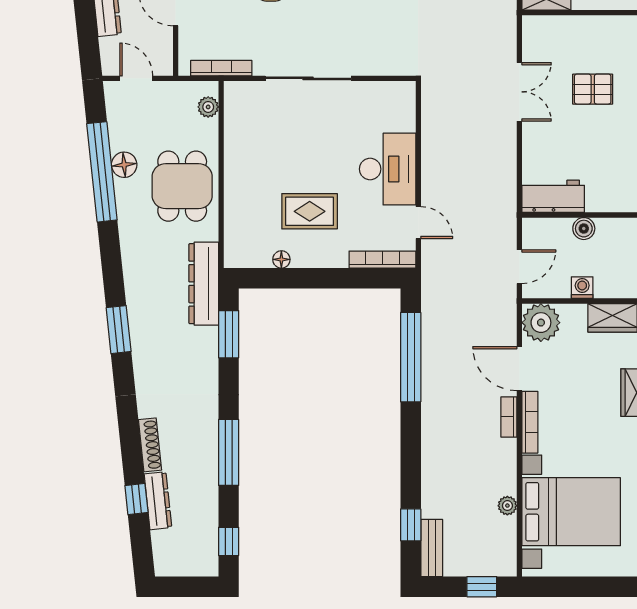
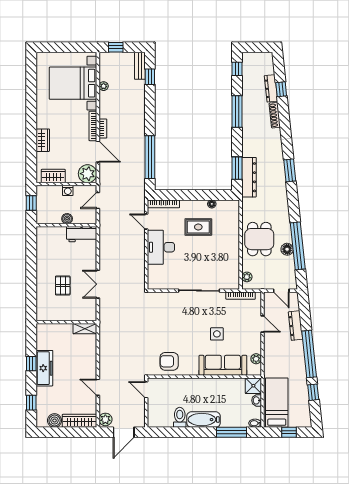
pallet: (593, 89) -> (63, 285), turned 90
dresser: (204, 284) -> (249, 177), moved

